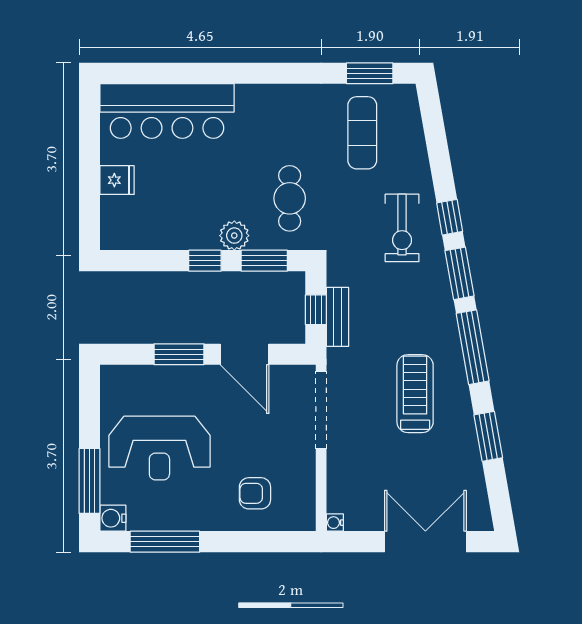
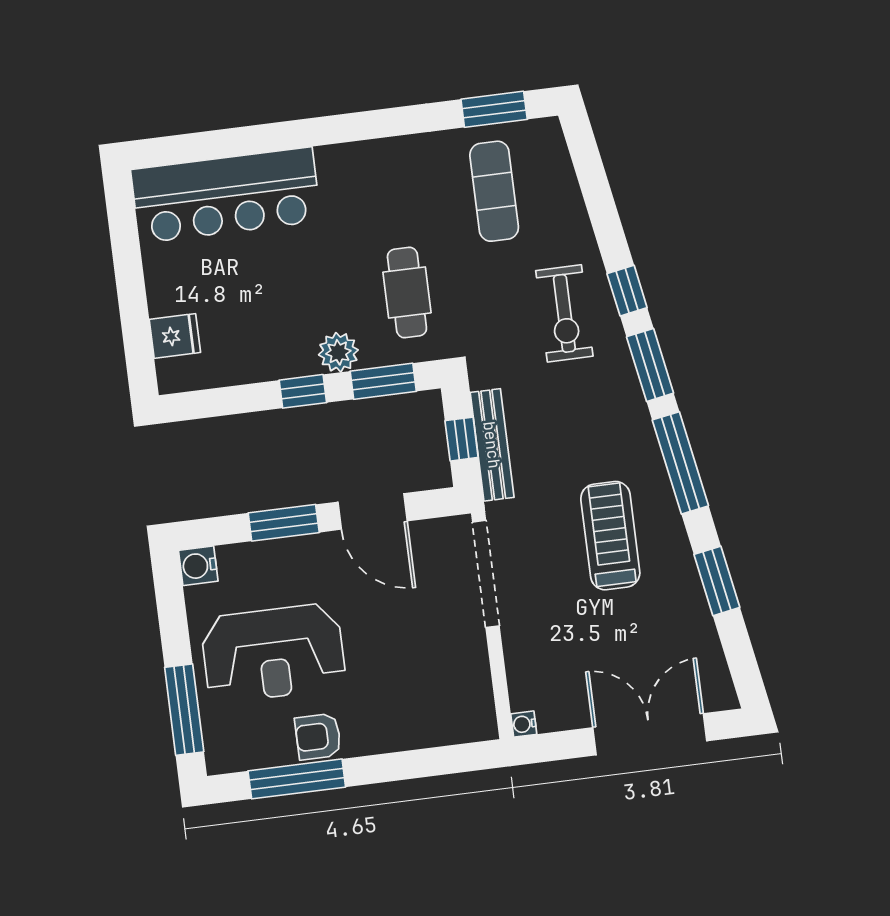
fridge: (117, 180) -> (175, 336), moved
bench: (337, 317) -> (492, 445), width x1.36
armchair: (255, 493) -> (318, 736), moved
water cooler: (113, 518) -> (198, 566), moved

